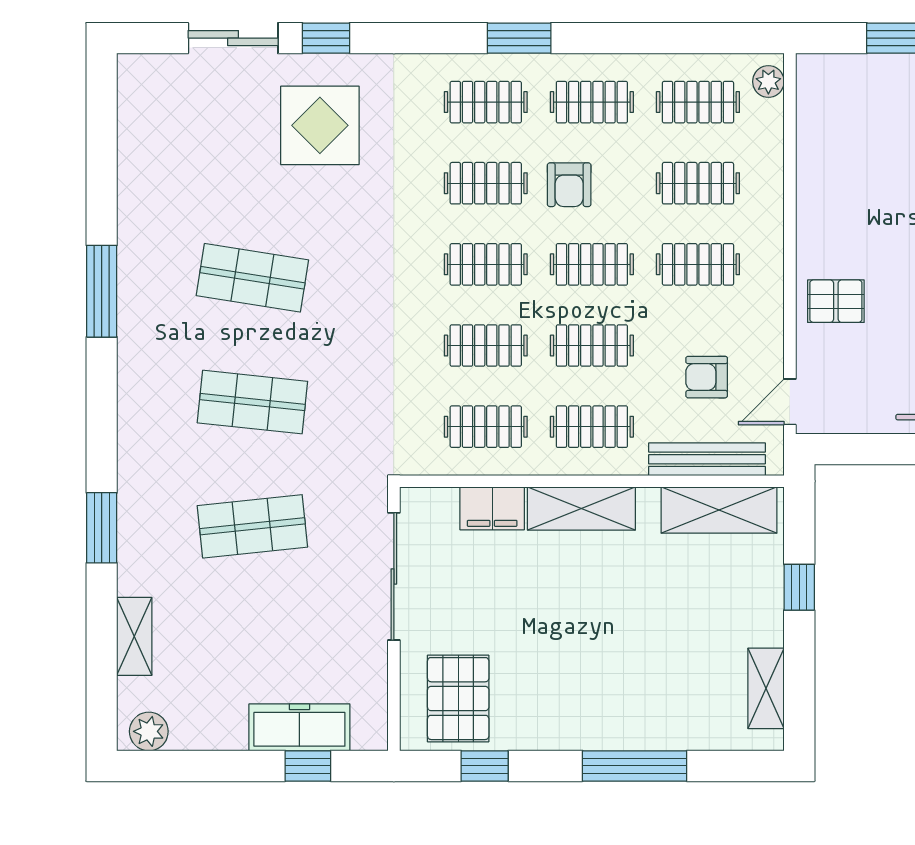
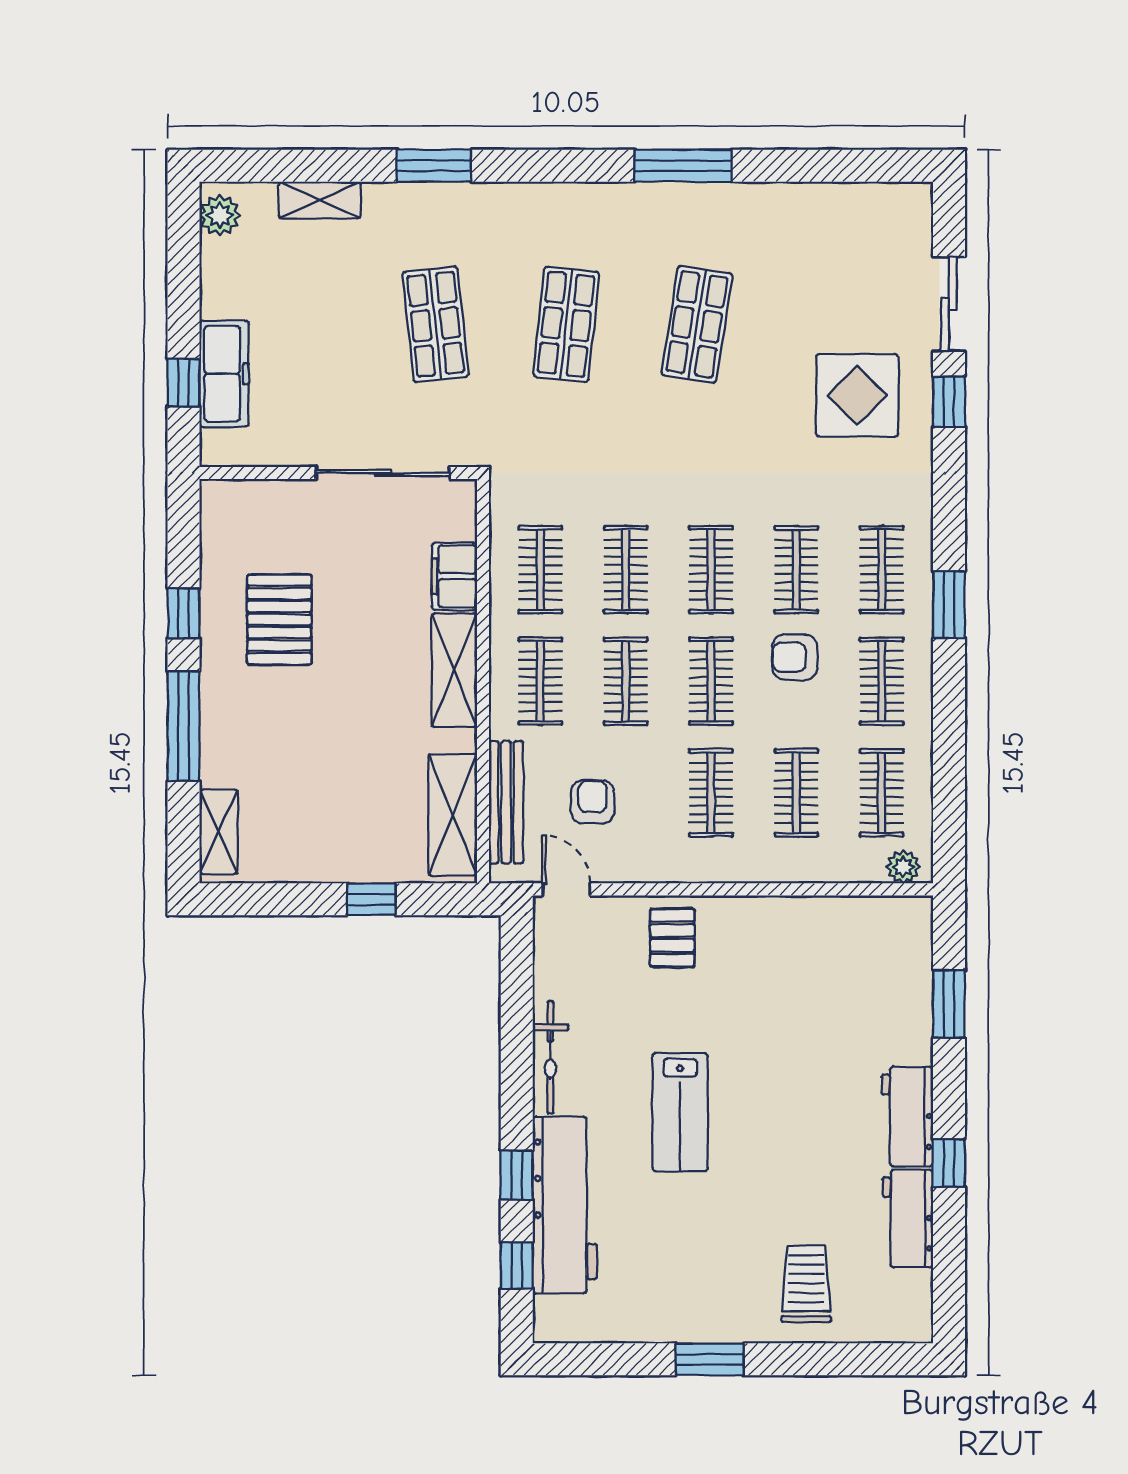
shelving: (766, 688) -> (218, 832), moved, turned 90
pallet: (458, 699) -> (279, 620), moved, turned 90
window: (485, 766) -> (184, 613), moved

